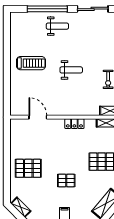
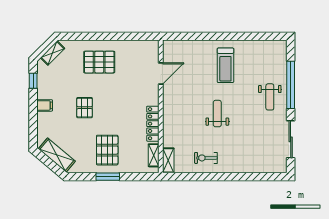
weight bench: (71, 70) -> (217, 114), turned 180
locker: (74, 124) -> (153, 124), width x1.53
pallet: (28, 168) -> (99, 62), turned 90

